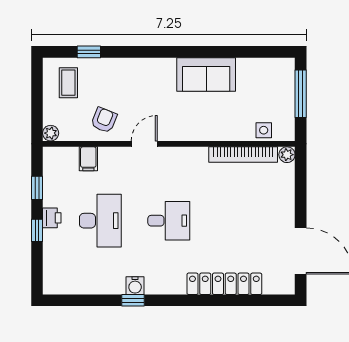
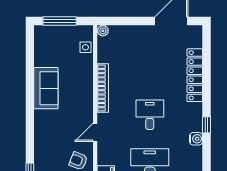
door: (144, 144) -> (95, 132), hinge flipped
bookcase: (243, 155) -> (103, 88), moved
window: (133, 300) -> (206, 125), moved

